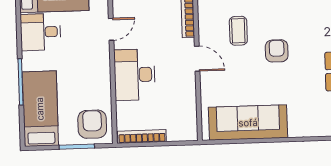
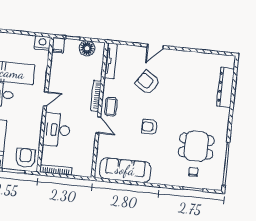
coffee table: (238, 31) -> (111, 107), moved
armchair: (277, 51) -> (150, 127), turned -90

